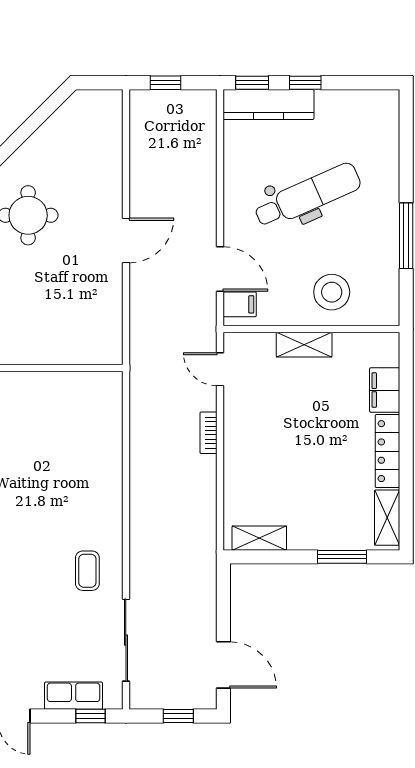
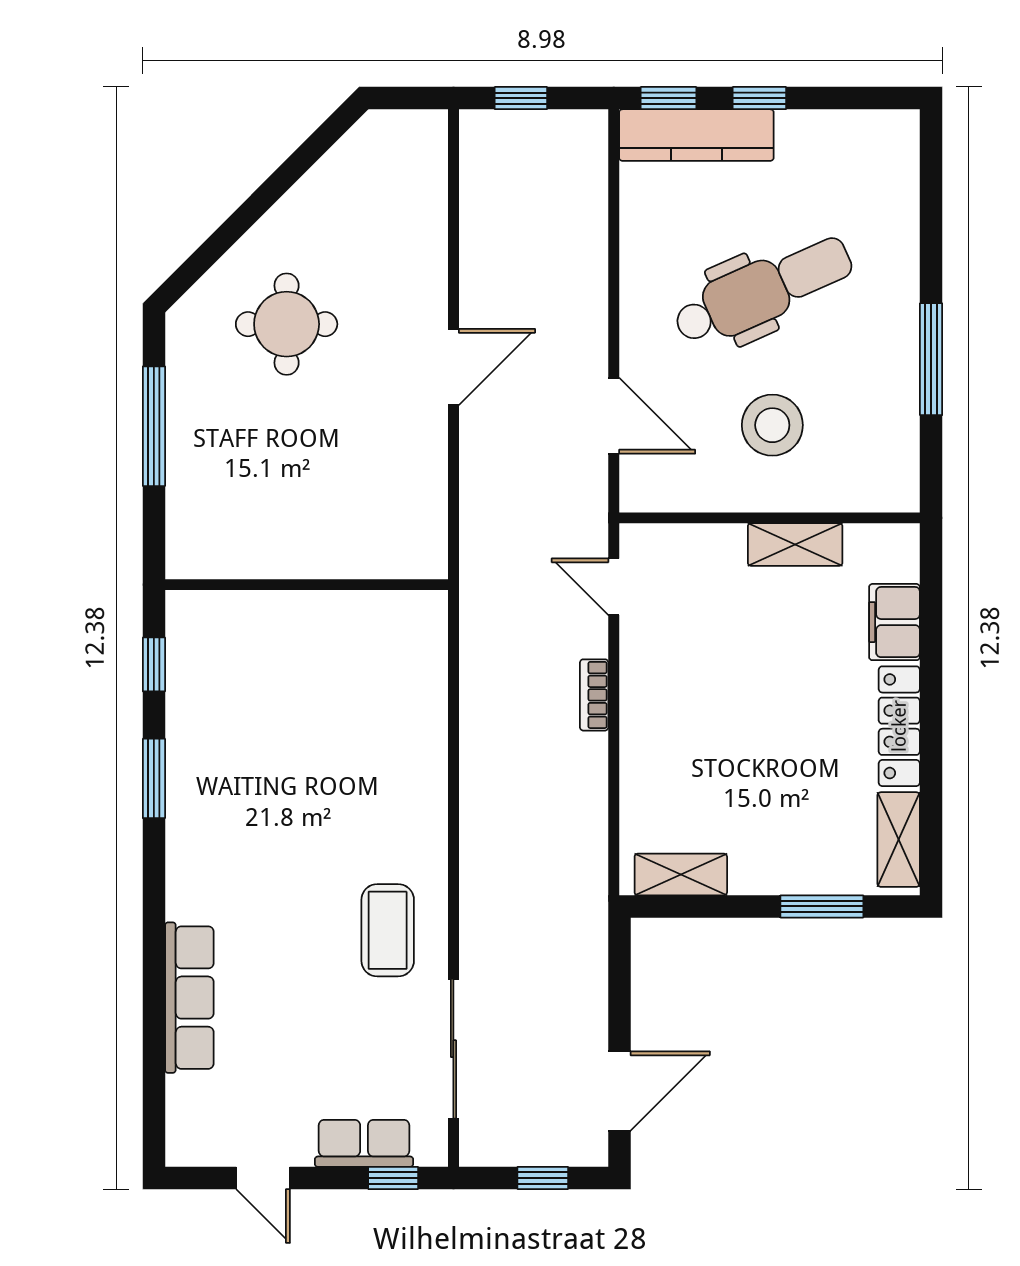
stool: (332, 292) -> (772, 425), moved
filing cabinet: (240, 304) -> (647, 476), removed
shelving: (304, 345) -> (795, 545), moved
coffee table: (87, 571) -> (388, 930), width x1.36, depth x1.30
door: (223, 665) -> (619, 1091), hinge flipped

